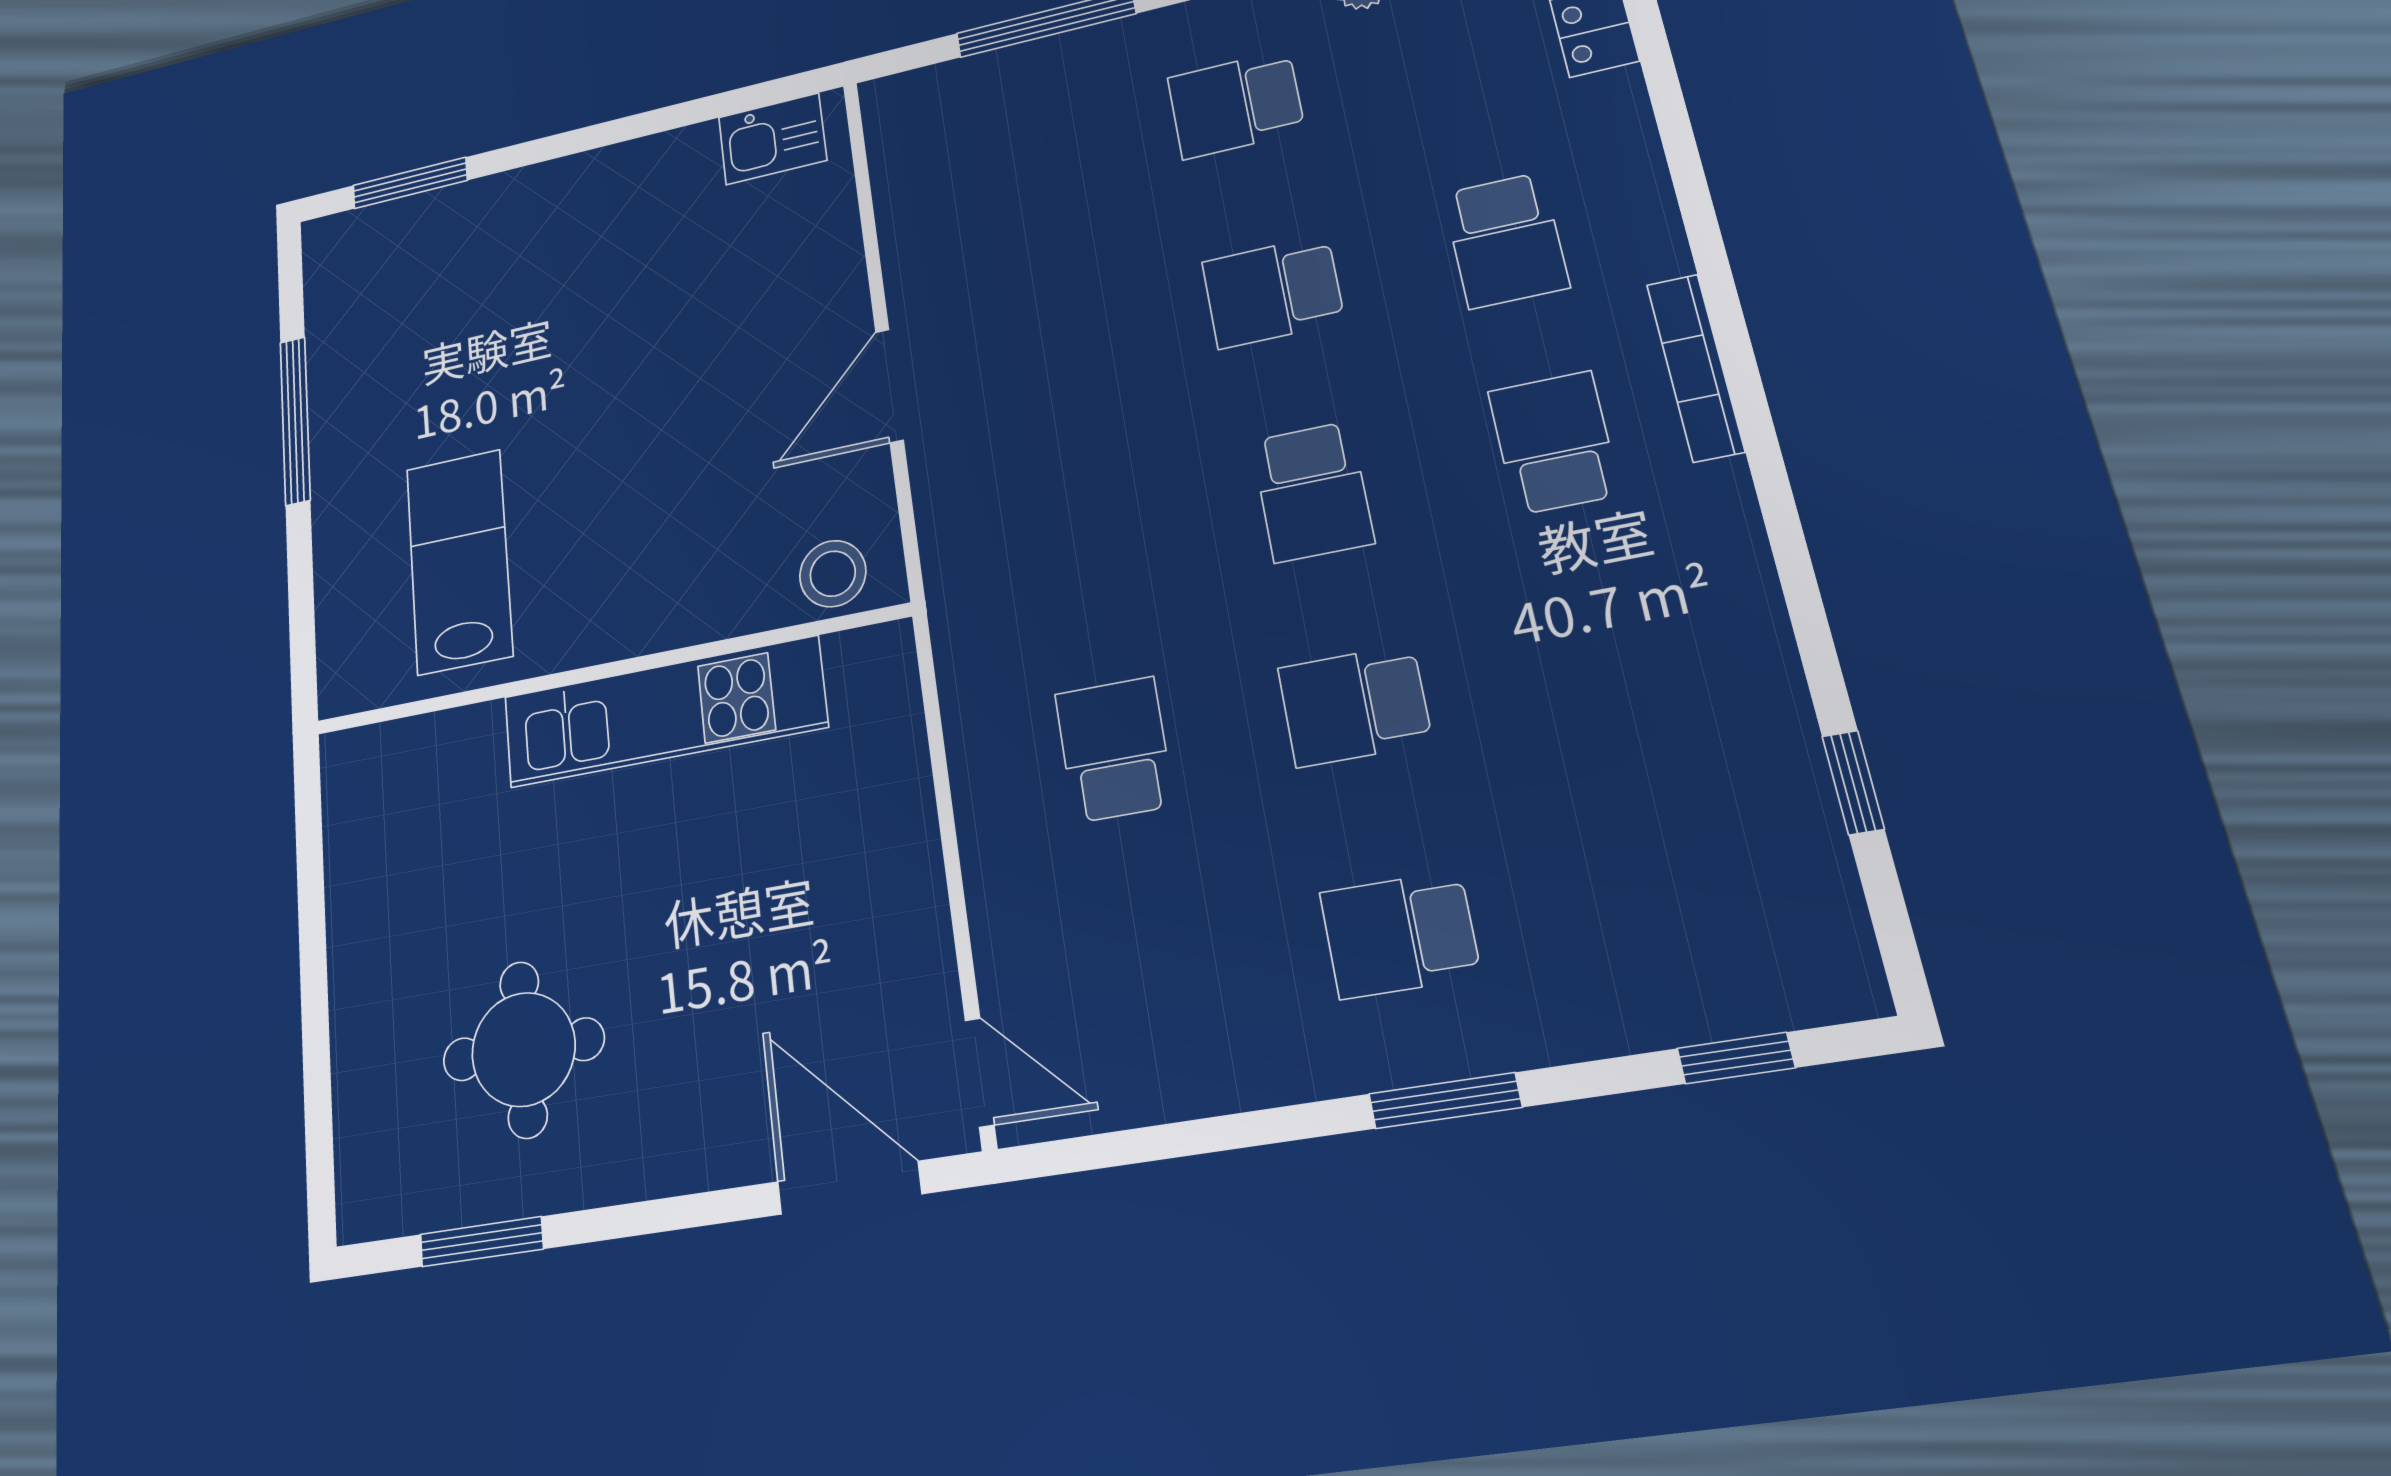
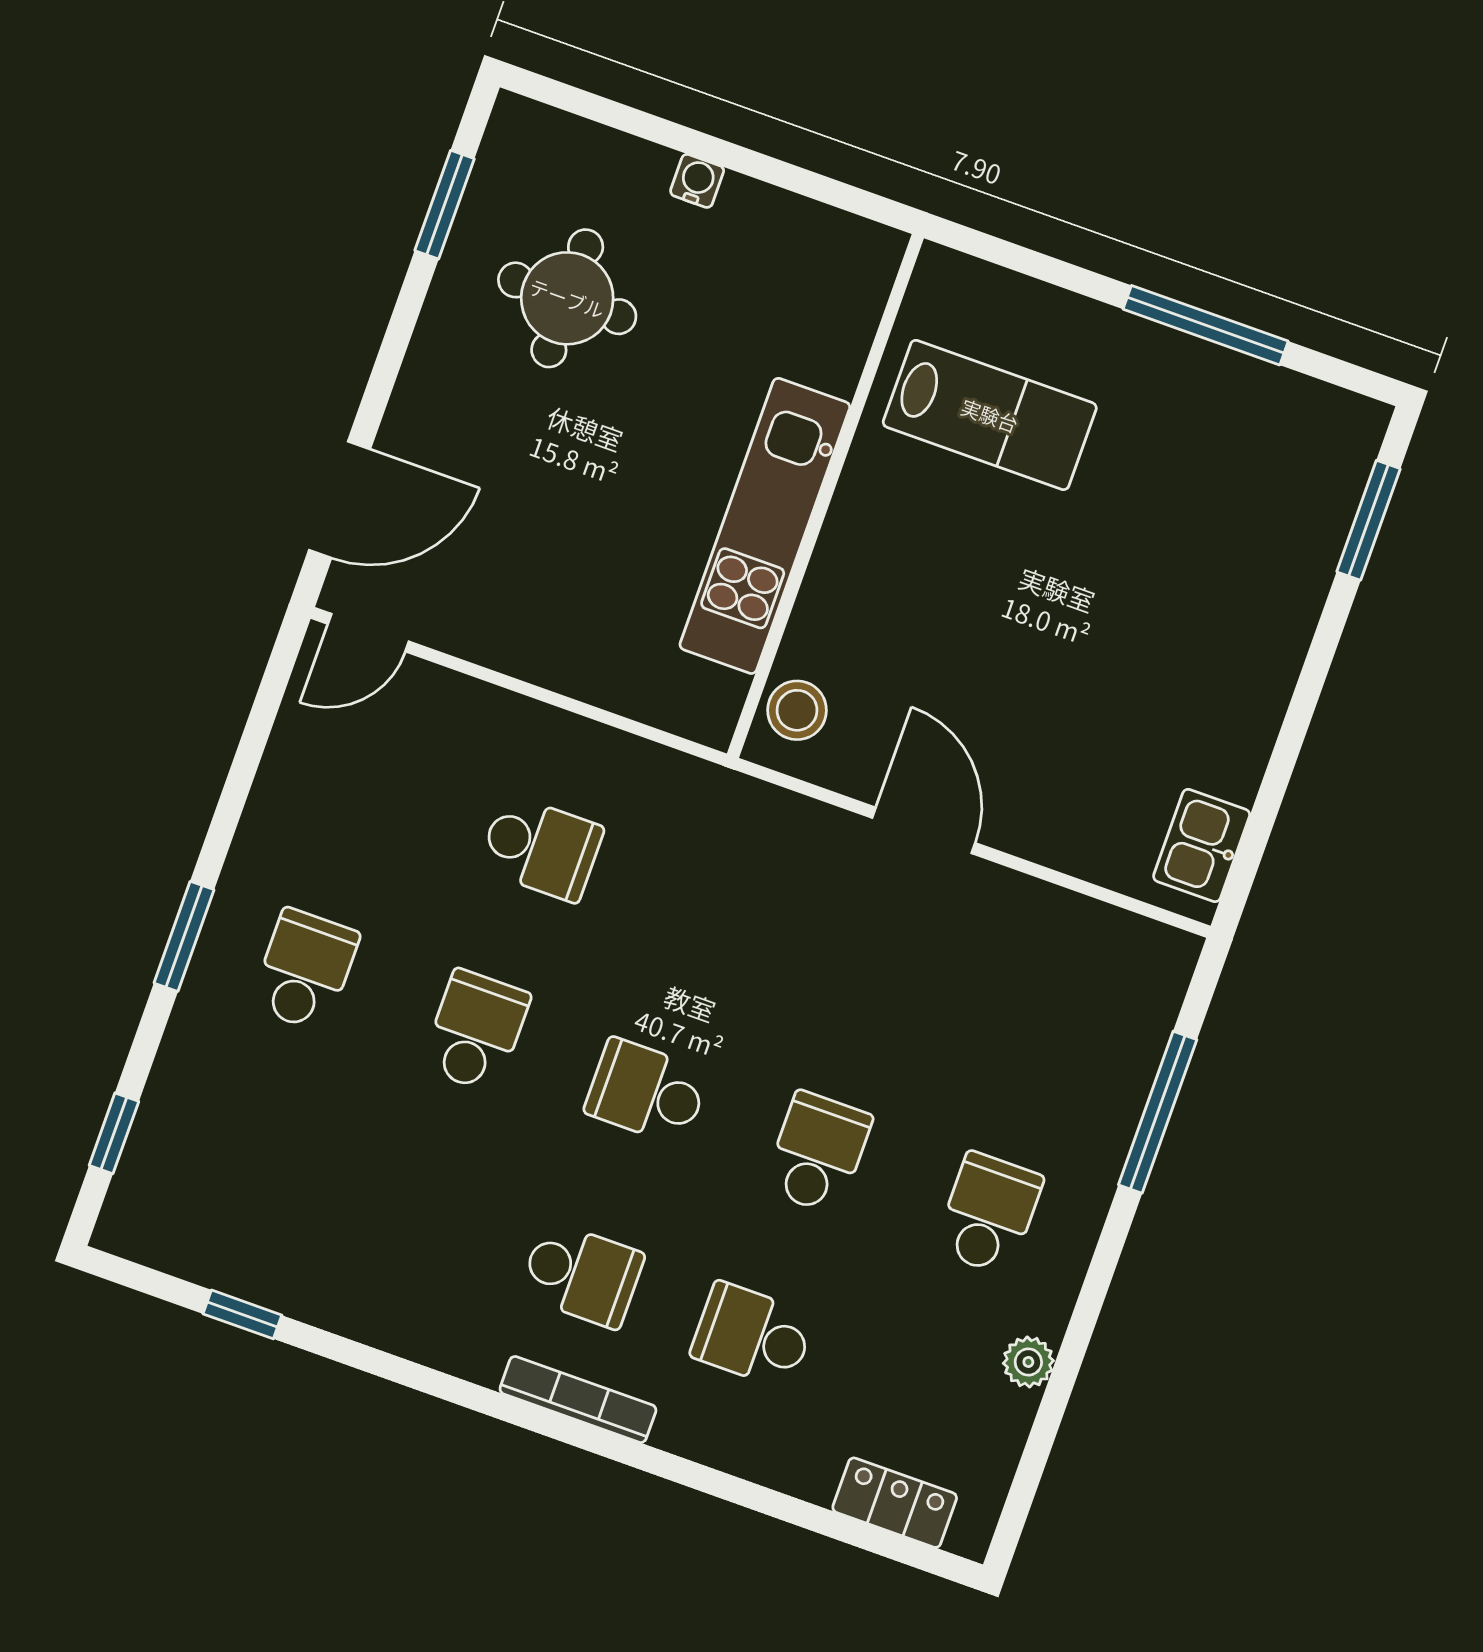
water cooler: (351, 978) -> (697, 181), added

